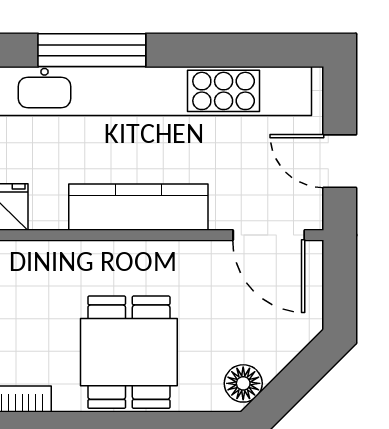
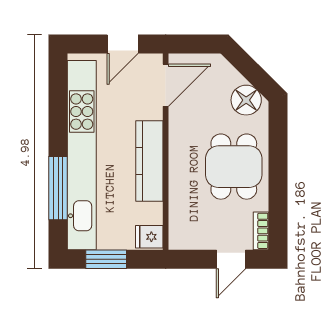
dining table: (129, 352) -> (234, 167), turned 90
floor lamp: (243, 383) -> (246, 100), width x1.38, depth x1.38

